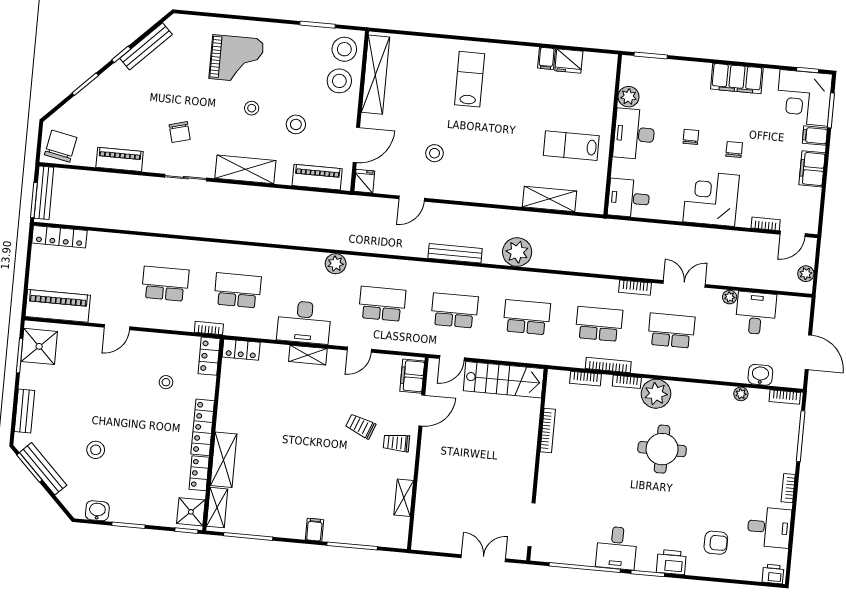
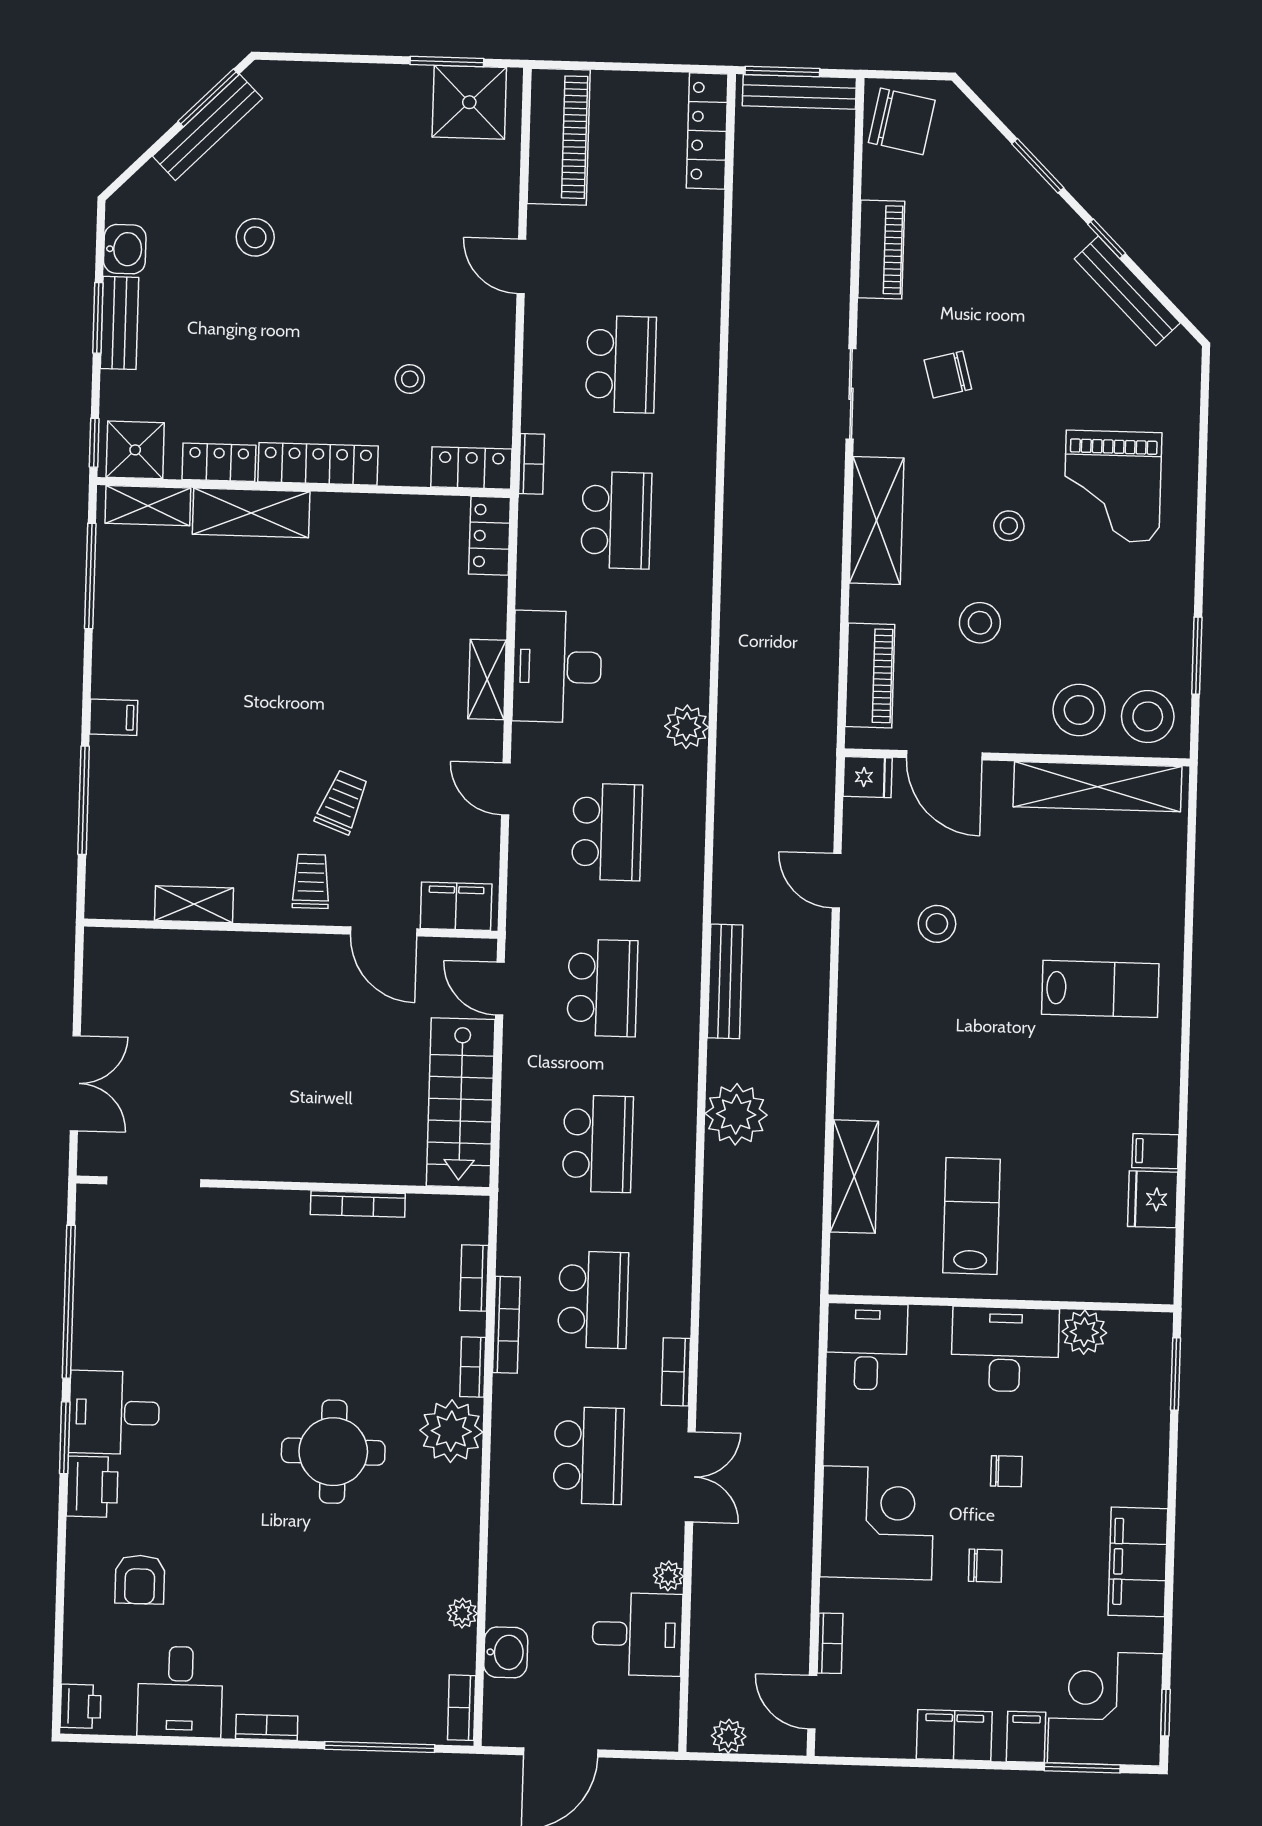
bench: (25, 411) -> (119, 323), moved, turned 90
desk: (617, 548) -> (114, 1412), moved

